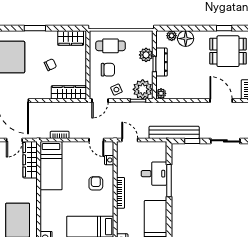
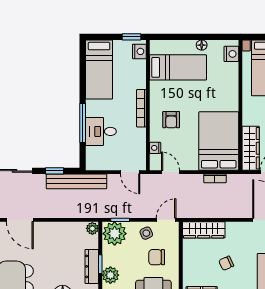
bed: (51, 166) -> (219, 141), width x1.50

